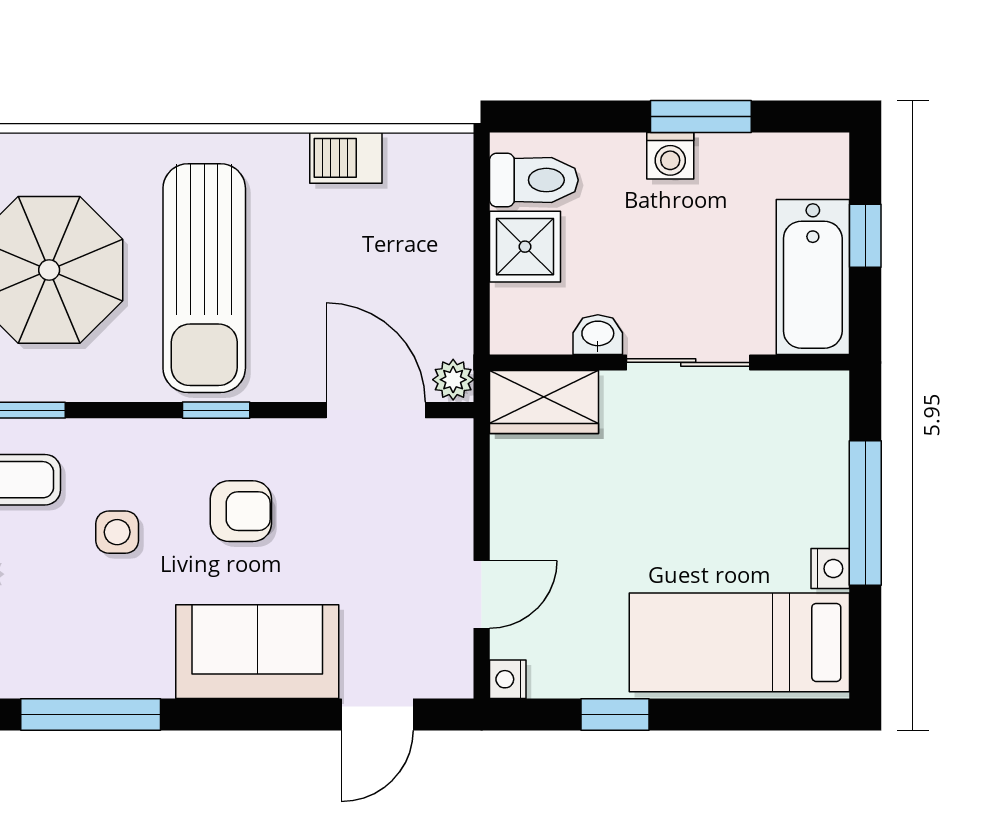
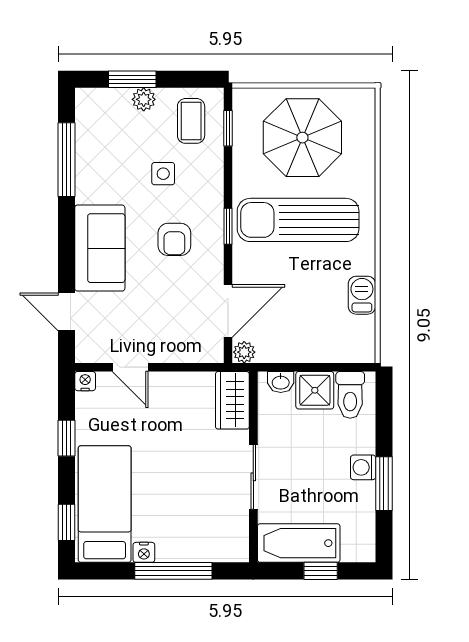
washbasin: (598, 335) -> (281, 382), moved, turned 90
window: (774, 714) -> (66, 522), added

